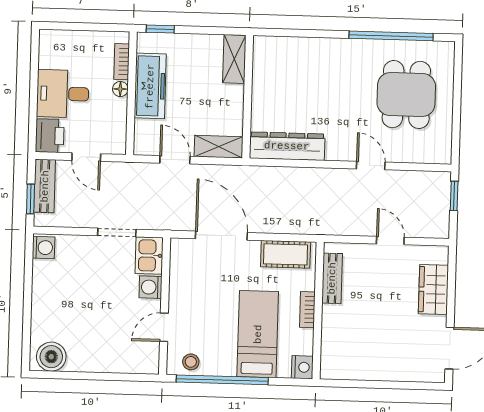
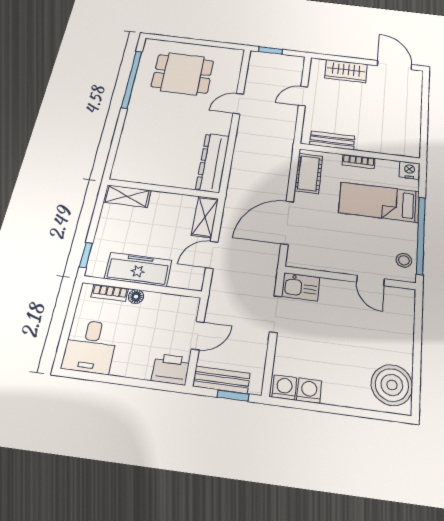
desk: (63, 94) -> (90, 346), moved
washing machine: (151, 287) -> (309, 391), moved, turned 180
boiler: (51, 357) -> (392, 385), width x1.37, depth x1.37

